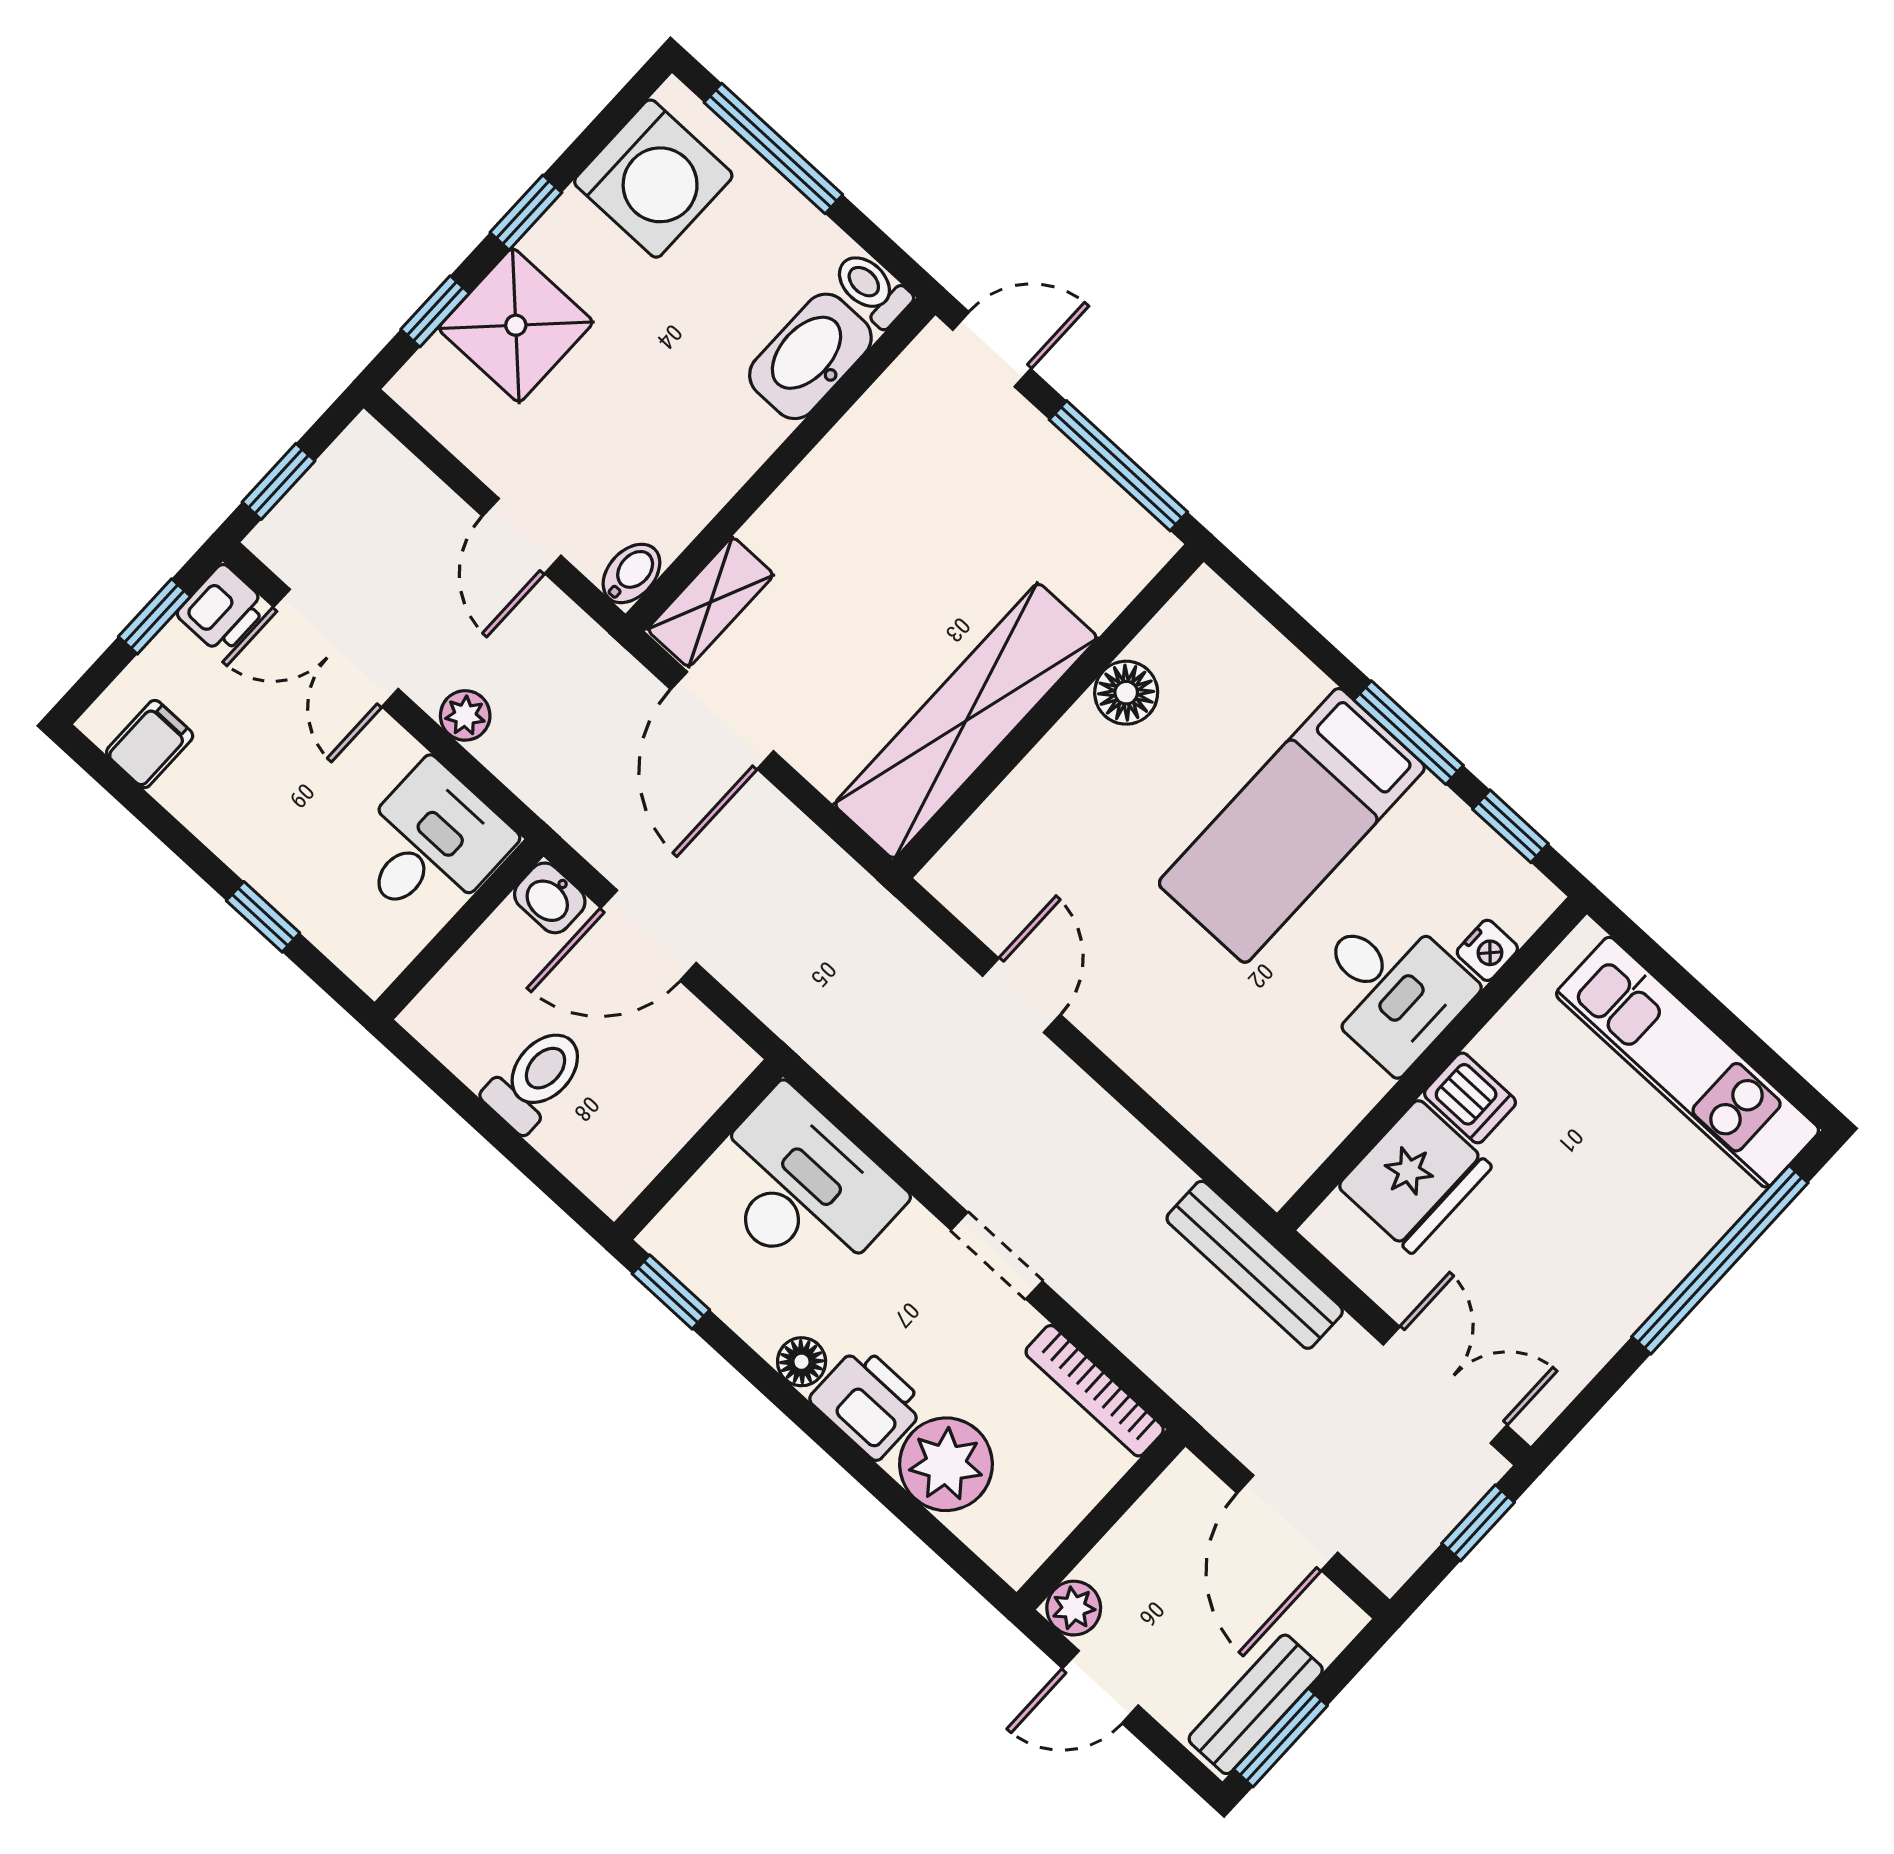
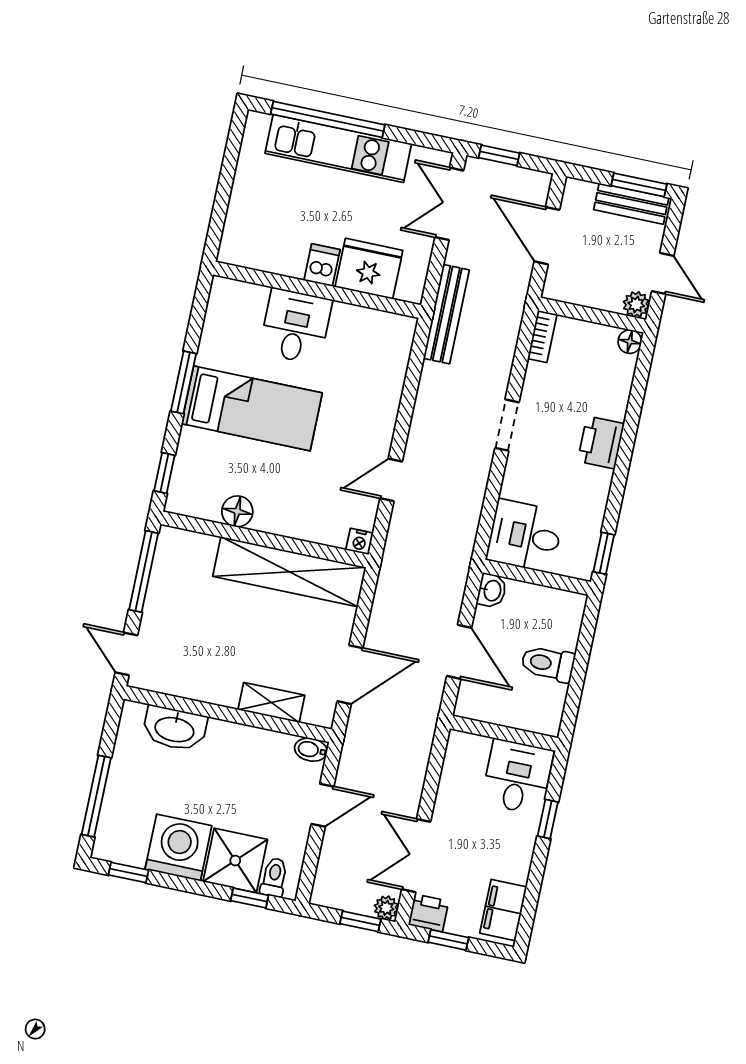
washing machine: (653, 179) -> (178, 848), moved
window: (526, 212) -> (128, 872), moved
toilet: (872, 289) -> (274, 877), moved, turned 180
shelving: (711, 602) -> (271, 702), moved
double door: (336, 648) -> (416, 856), swing flipped
plant: (465, 715) -> (386, 908), moved
filing cabinet: (150, 744) -> (503, 910), width x2.00
window: (1510, 826) -> (164, 473), moved
desk: (430, 845) -> (517, 777), moved, turned 90
washbasin: (550, 898) -> (492, 591), moved
nightstand: (1487, 950) -> (360, 542), moved, turned 180
kitchen unit: (1688, 1062) -> (338, 148), moved, turned 90
desk: (801, 1188) -> (525, 536), width x0.73
floor lamp: (802, 1362) -> (630, 342), moved
bookcase: (1095, 1391) -> (542, 336), width x0.64
plant: (946, 1464) -> (608, 394), removed
door: (1287, 1523) -> (547, 236), swing flipped

